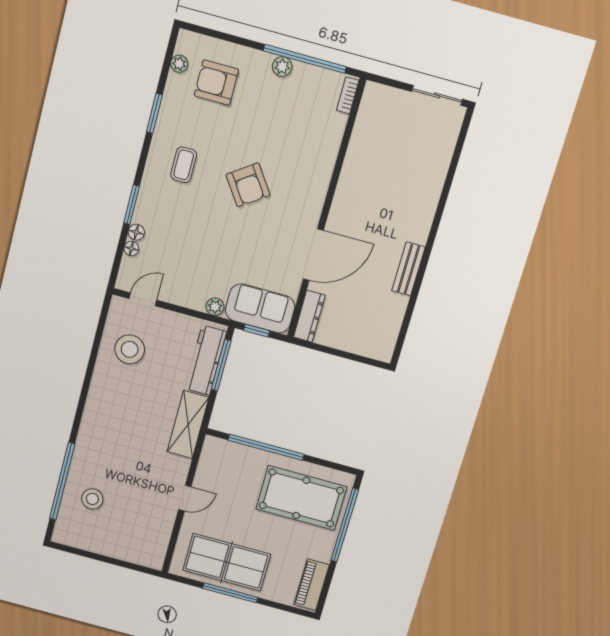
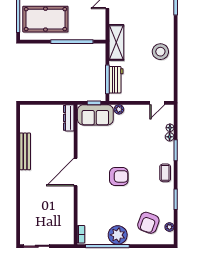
plant: (282, 67) -> (118, 235), width x1.88, depth x1.88
armchair: (216, 83) -> (148, 223), turned 110
coffee table: (184, 165) -> (165, 173), moved
armchair: (248, 185) -> (119, 176), turned 125
door: (313, 255) -> (76, 172), moved
bench: (408, 269) -> (25, 151), width x1.36
stool: (130, 349) -> (160, 52), moved
workbench: (206, 360) -> (116, 80), width x0.73

